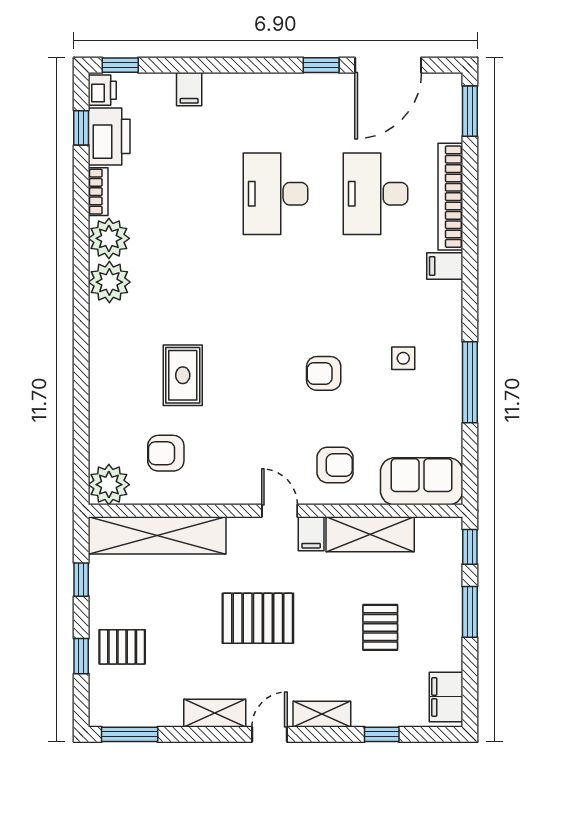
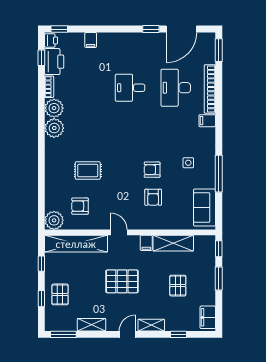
desk: (276, 194) -> (130, 88), width x0.73
rug: (183, 375) -> (88, 171), turned 90
armchair: (335, 465) -> (153, 197), moved, turned 90
sofa: (422, 481) -> (205, 208), moved, turned -90
door: (280, 511) -> (119, 232), moved
pallet: (122, 647) -> (60, 294), turned 90
shelving: (215, 713) -> (92, 325), moved

